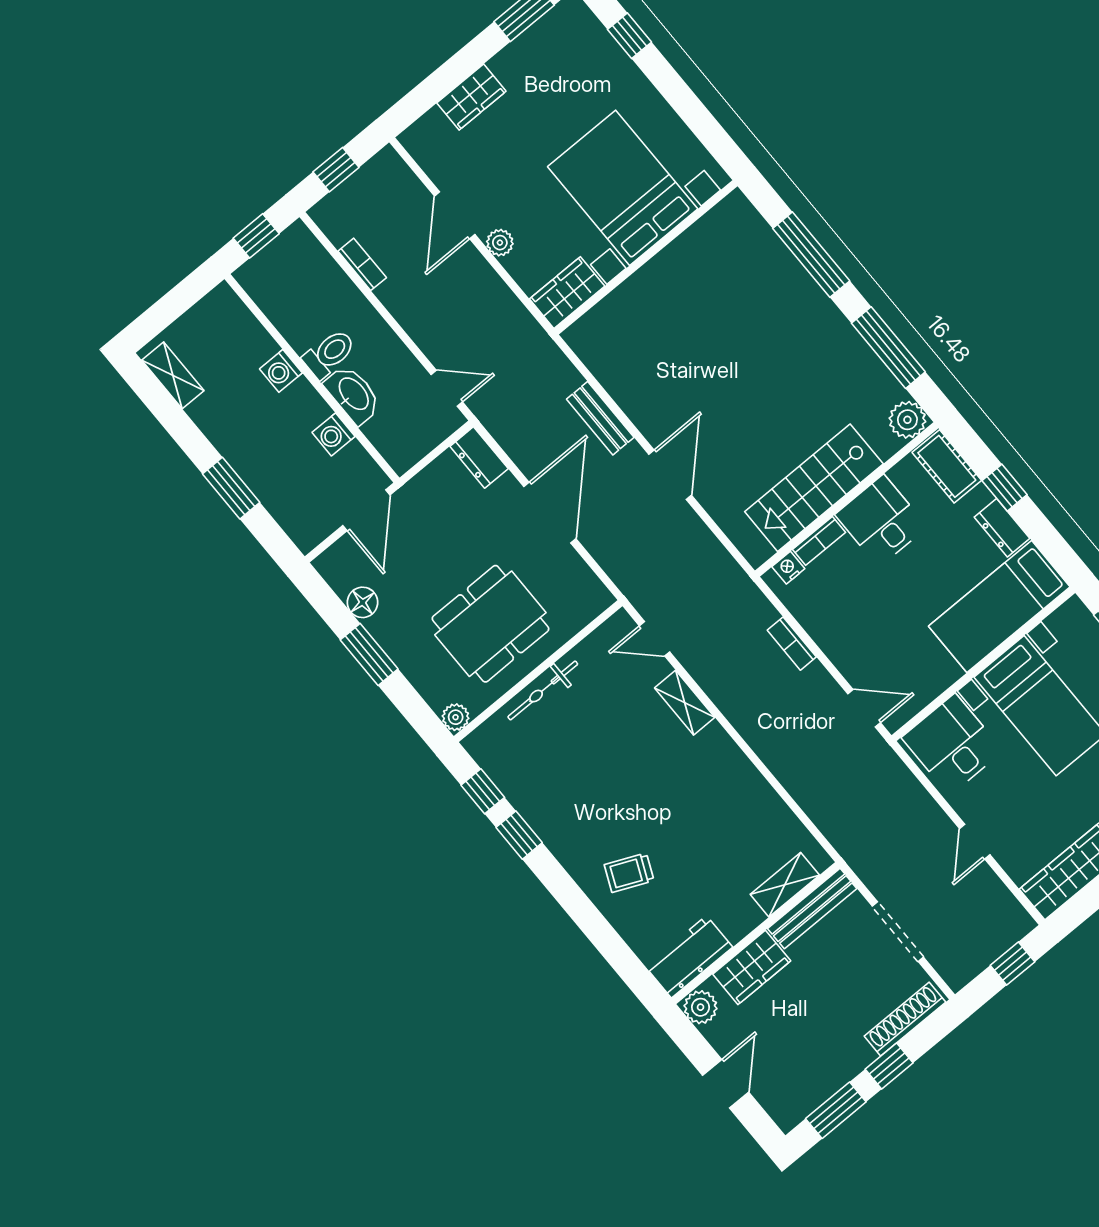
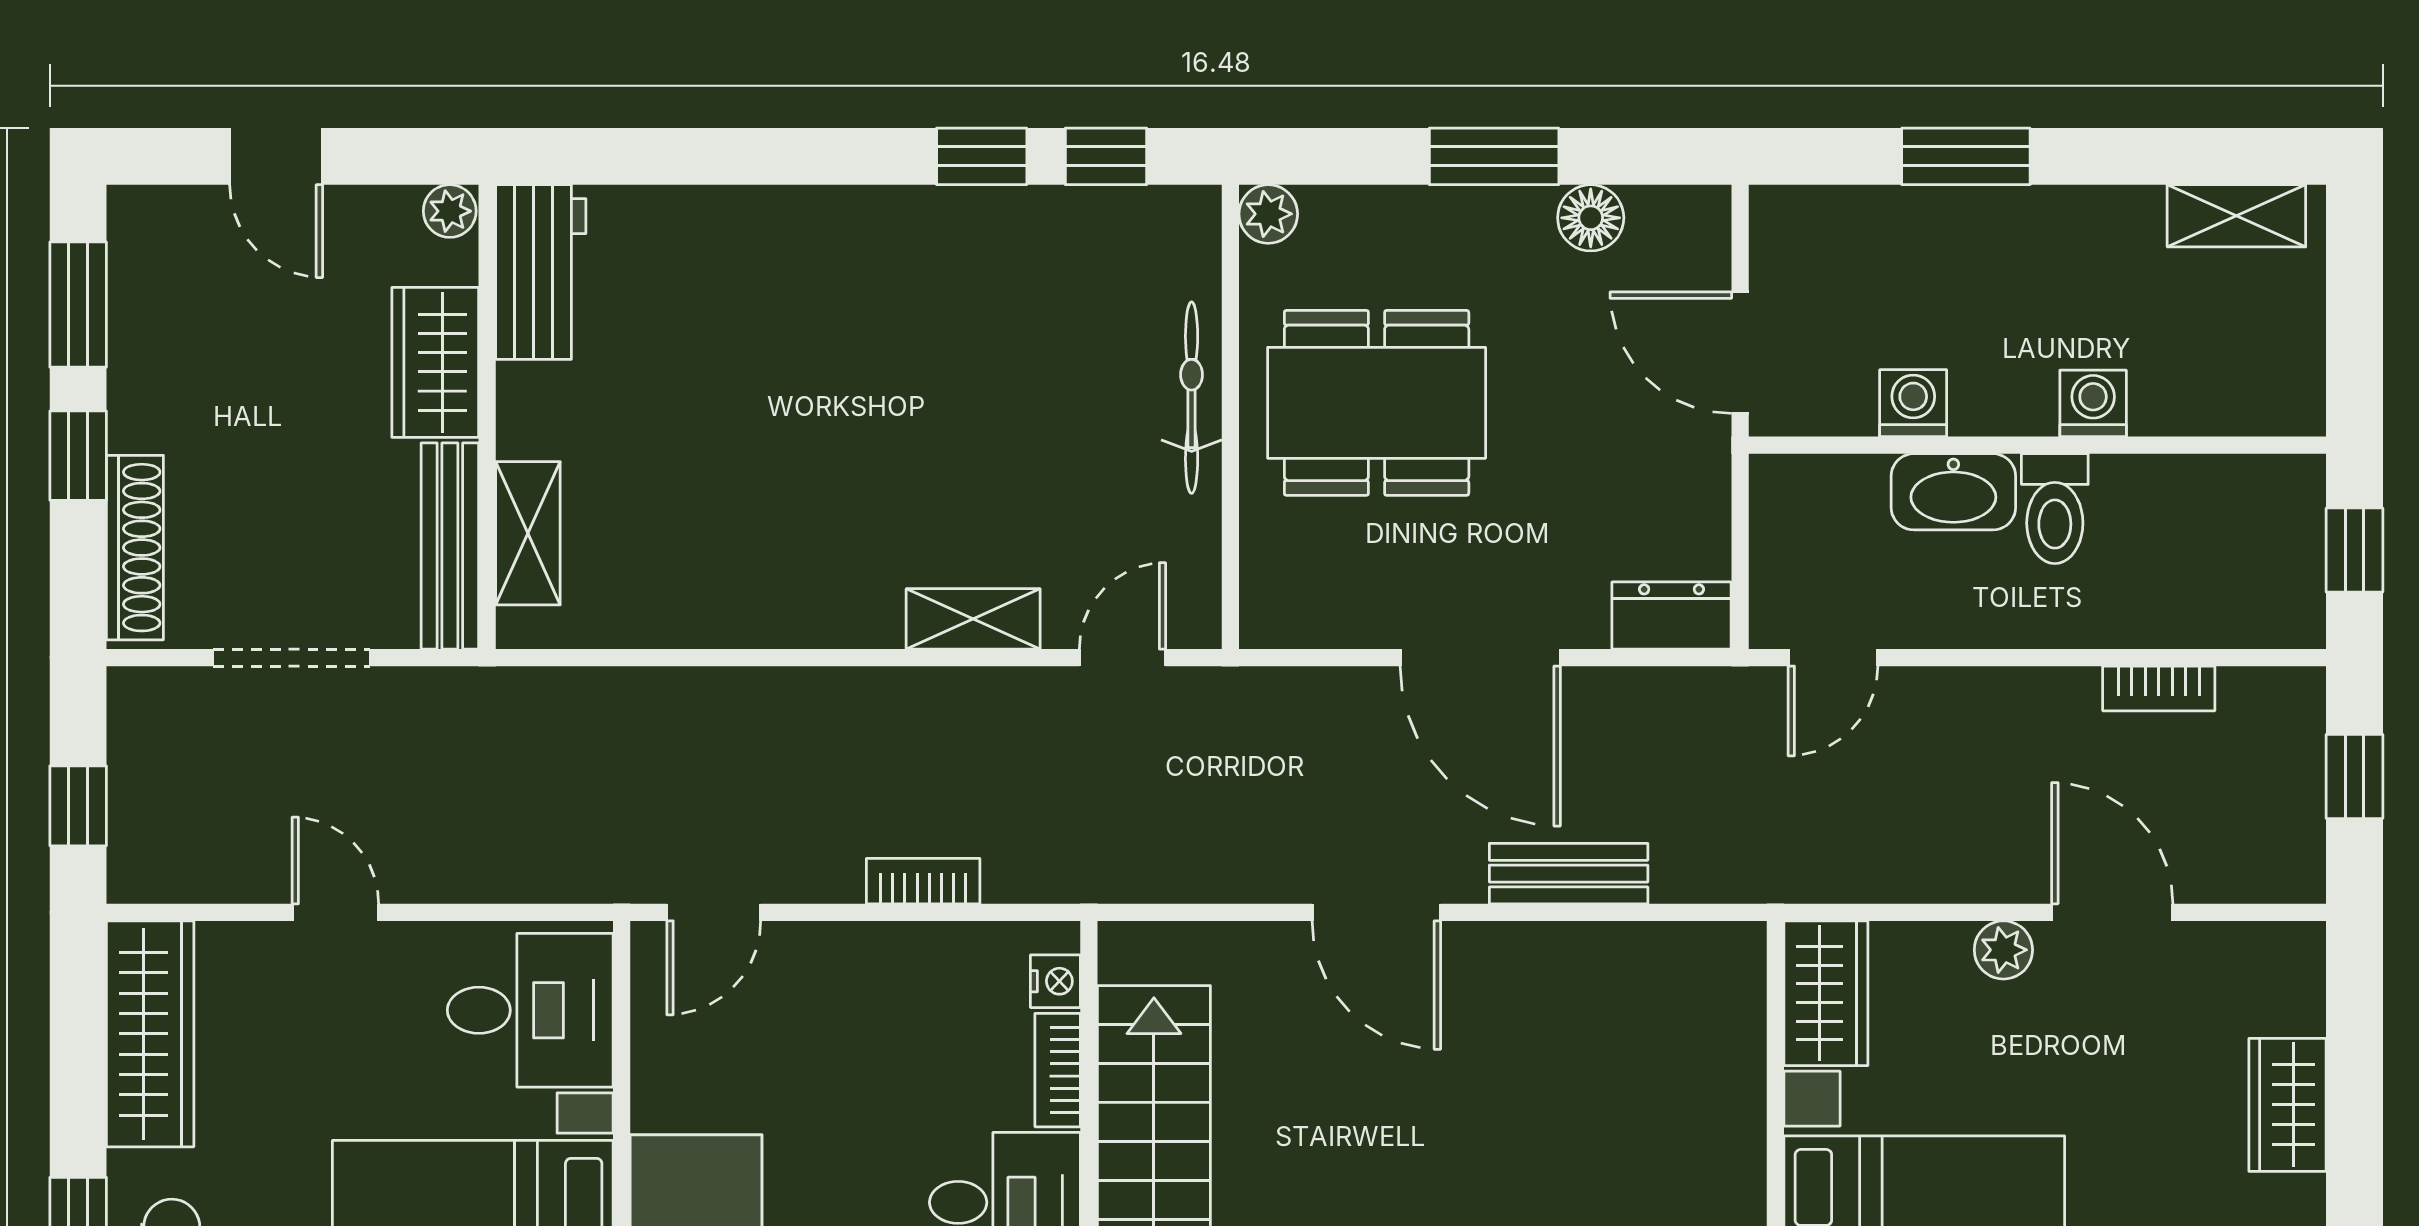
dining table: (490, 624) -> (1377, 403), turned 90
trolley: (629, 873) -> (765, 289), removed
plant: (701, 1007) -> (450, 211), width x0.73, depth x0.73

